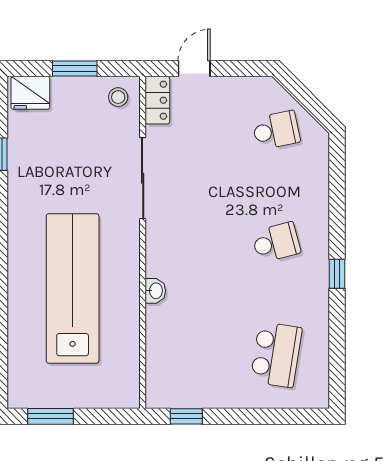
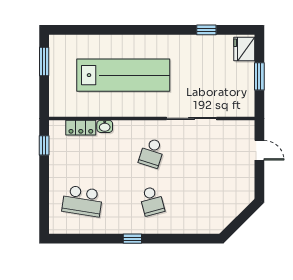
stool: (118, 97) -> (242, 103), removed
locker: (157, 100) -> (81, 128), moved
school desk: (276, 130) -> (152, 153), moved, turned 30
washbasin: (155, 291) -> (105, 126), moved

